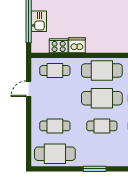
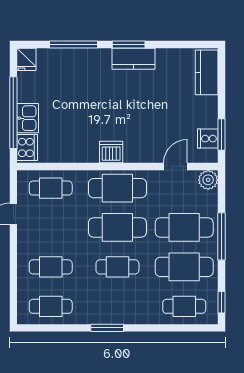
dishwasher: (77, 45) -> (111, 152), moved
cooker: (59, 46) -> (27, 147), moved, turned 90
cafe table: (55, 154) -> (51, 306), width x0.73, depth x0.74

